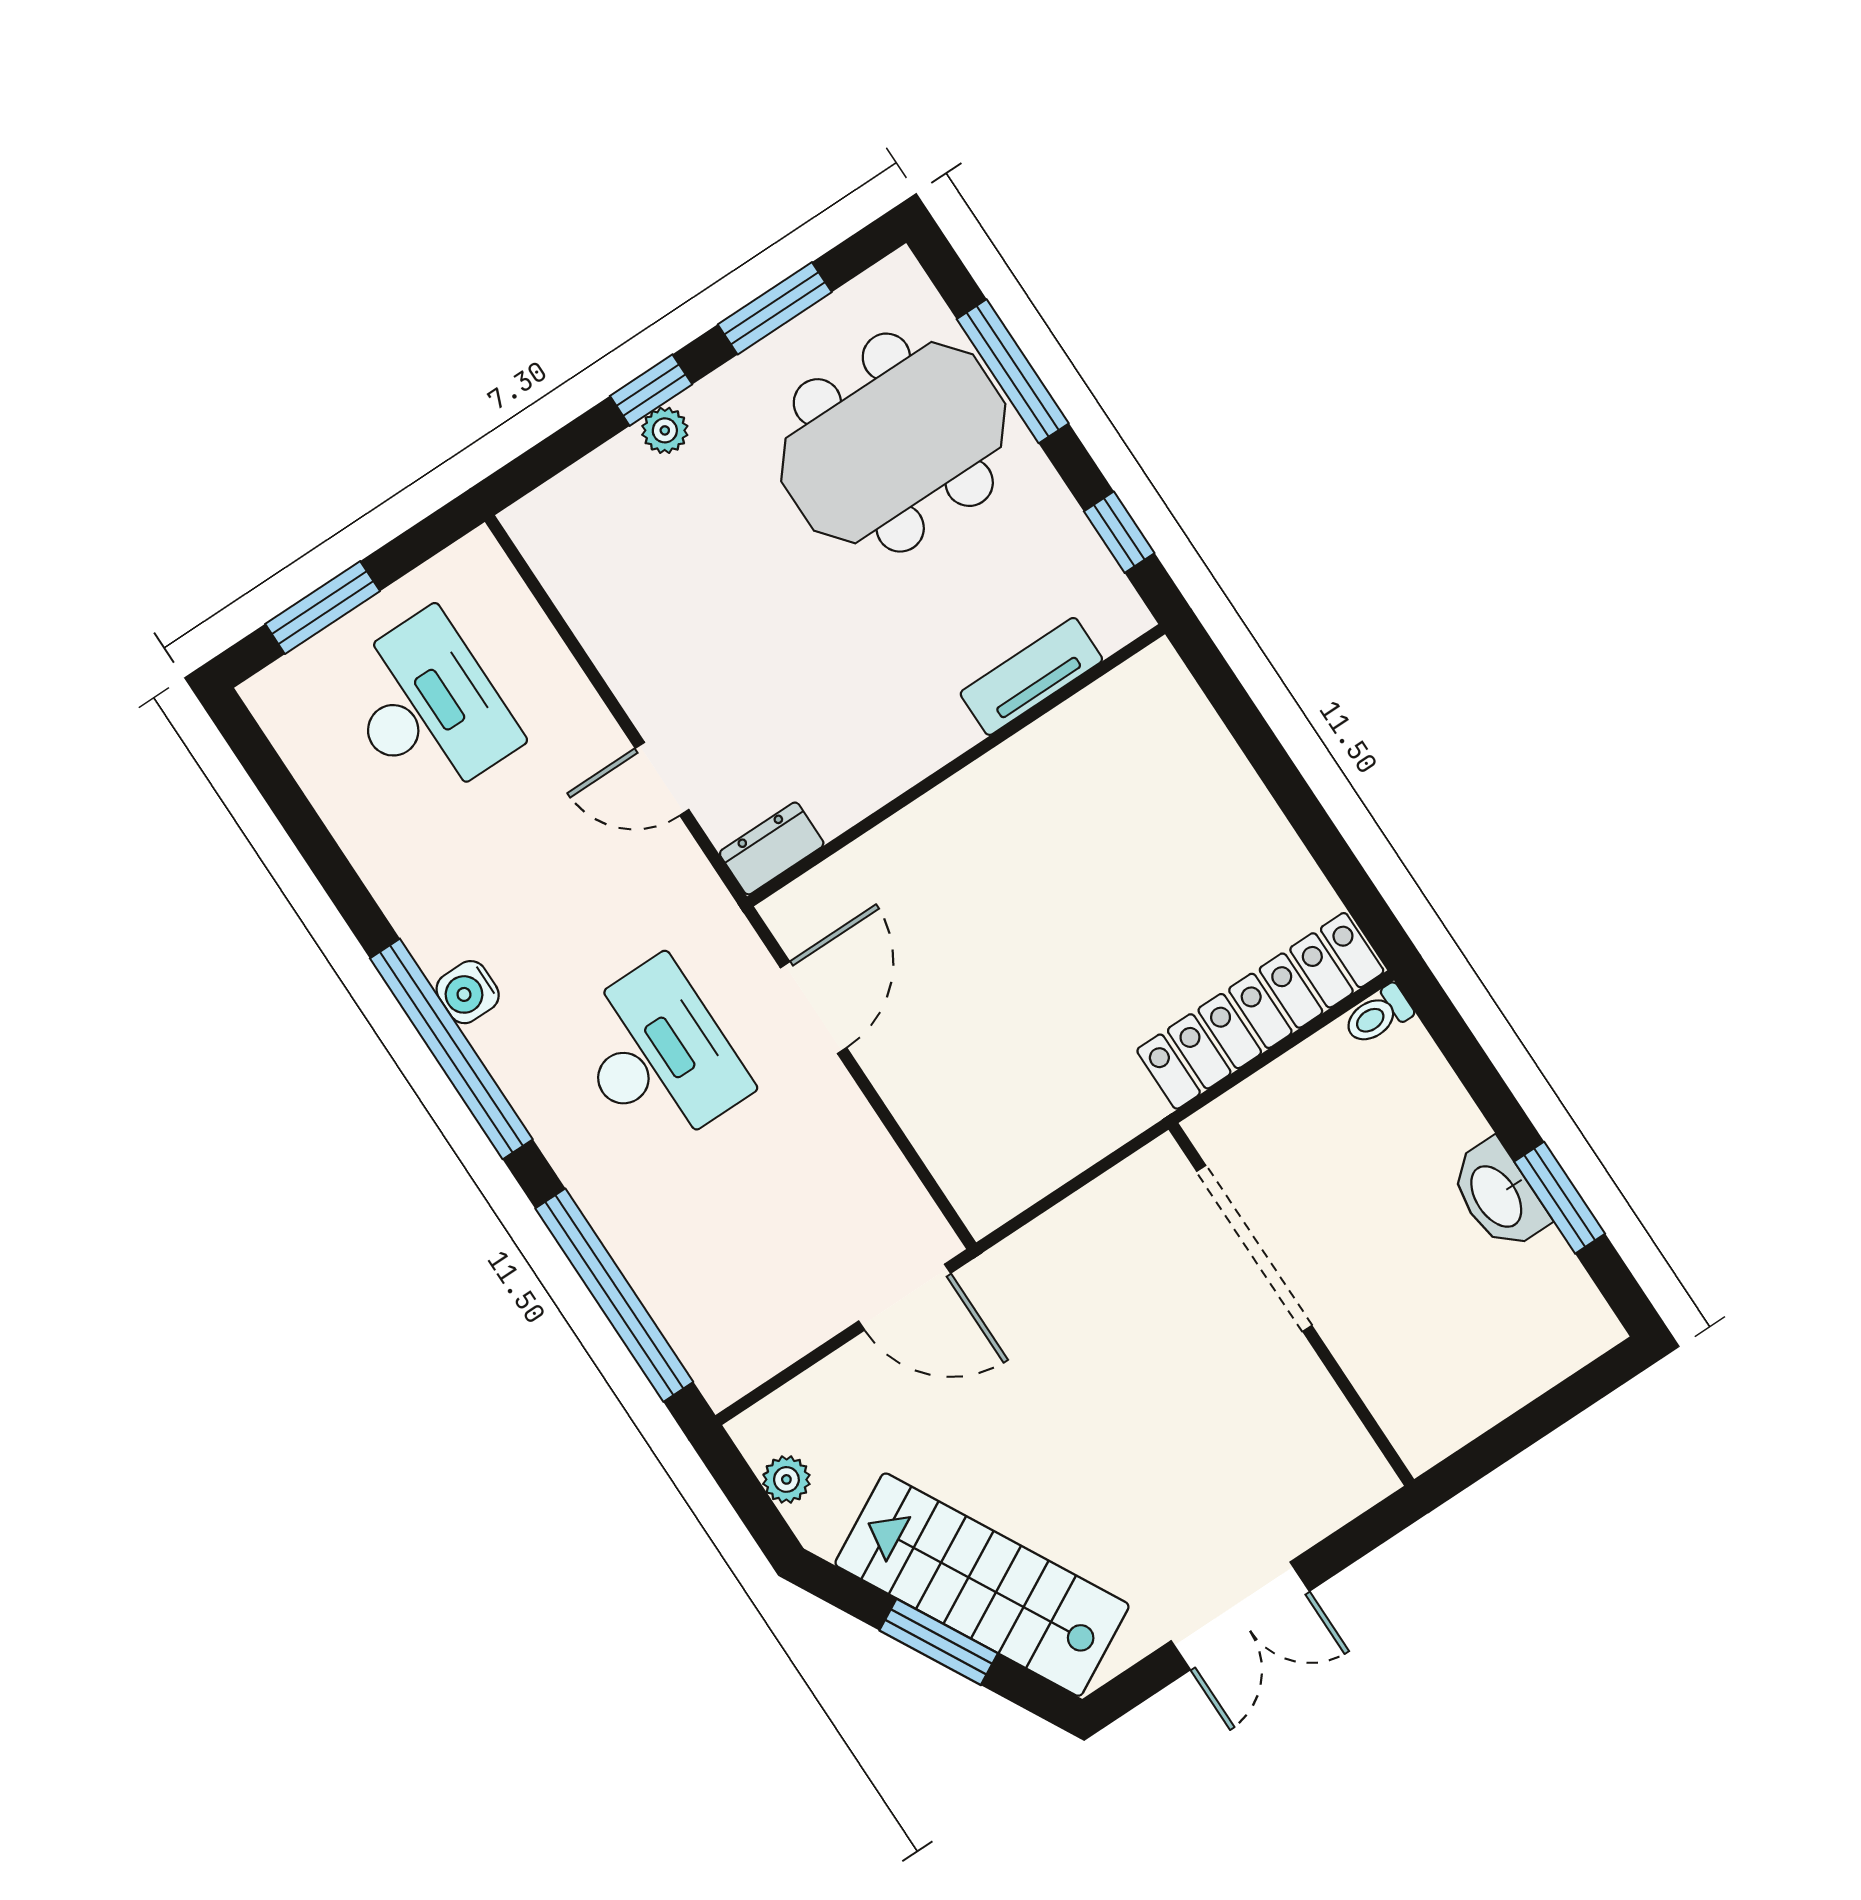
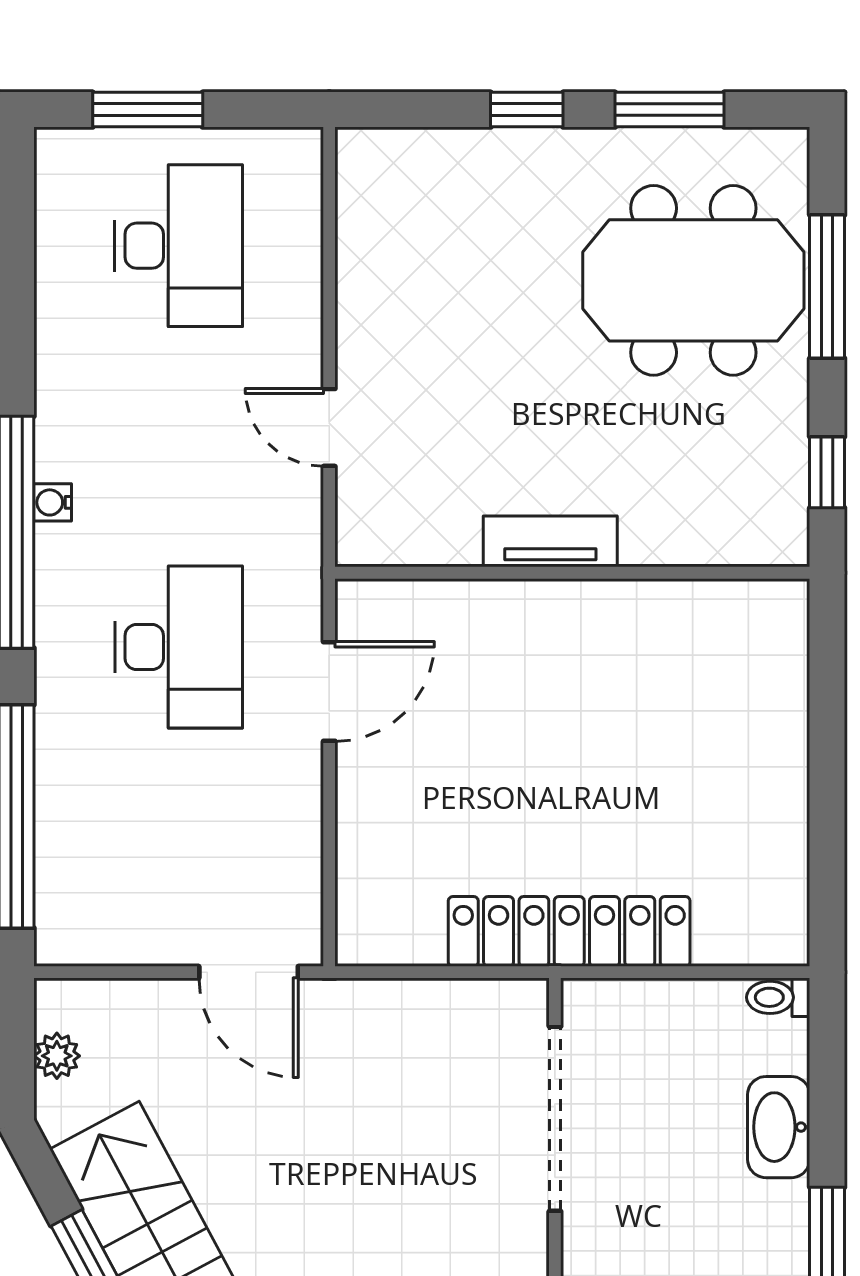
plant: (665, 430) -> (516, 149), removed
tv unit: (1031, 676) -> (550, 541), moved
dresser: (772, 848) -> (380, 542), removed
water cooler: (468, 992) -> (53, 502), width x0.72, depth x0.72
locker: (1260, 1011) -> (569, 931), moved
washbasin: (1498, 1195) -> (779, 1127), moved

